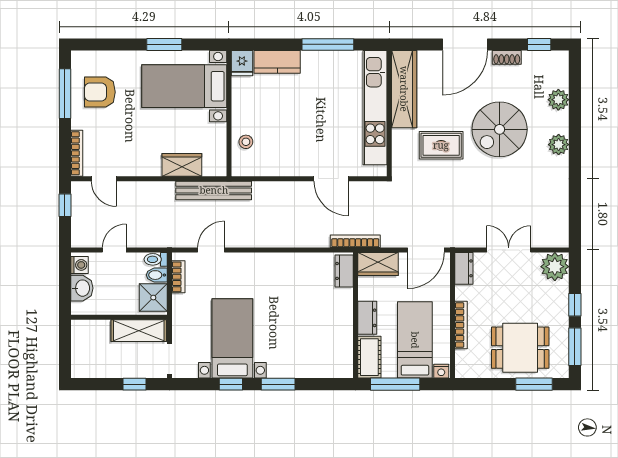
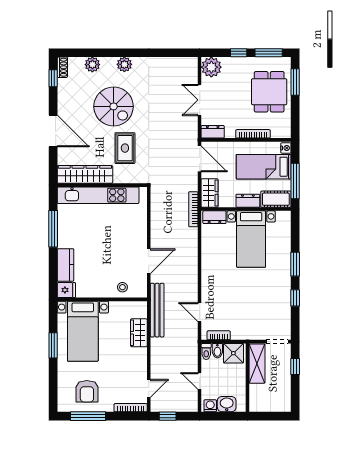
shoe rack: (507, 57) -> (62, 67), moved
door: (331, 179) -> (149, 261), moved
bed with nightstands: (232, 338) -> (251, 239), moved, turned -90

